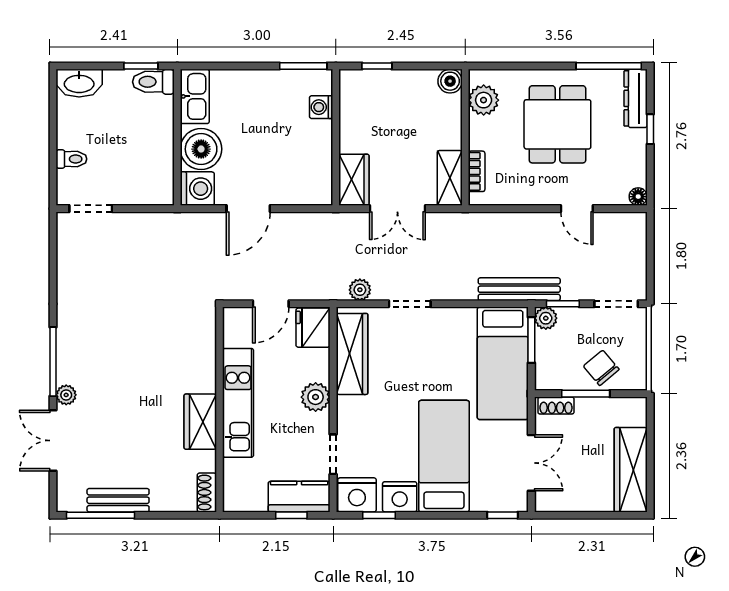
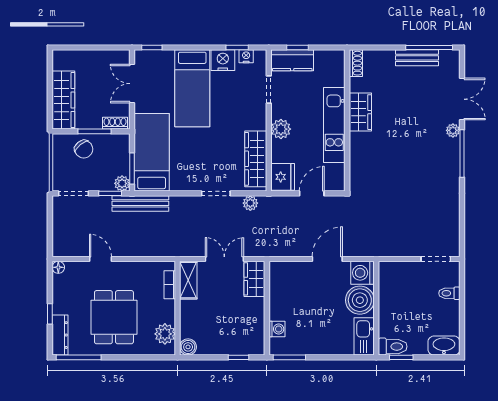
wardrobe: (631, 470) -> (63, 100), moved
nightstand: (357, 495) -> (246, 56), width x0.53, depth x0.56

